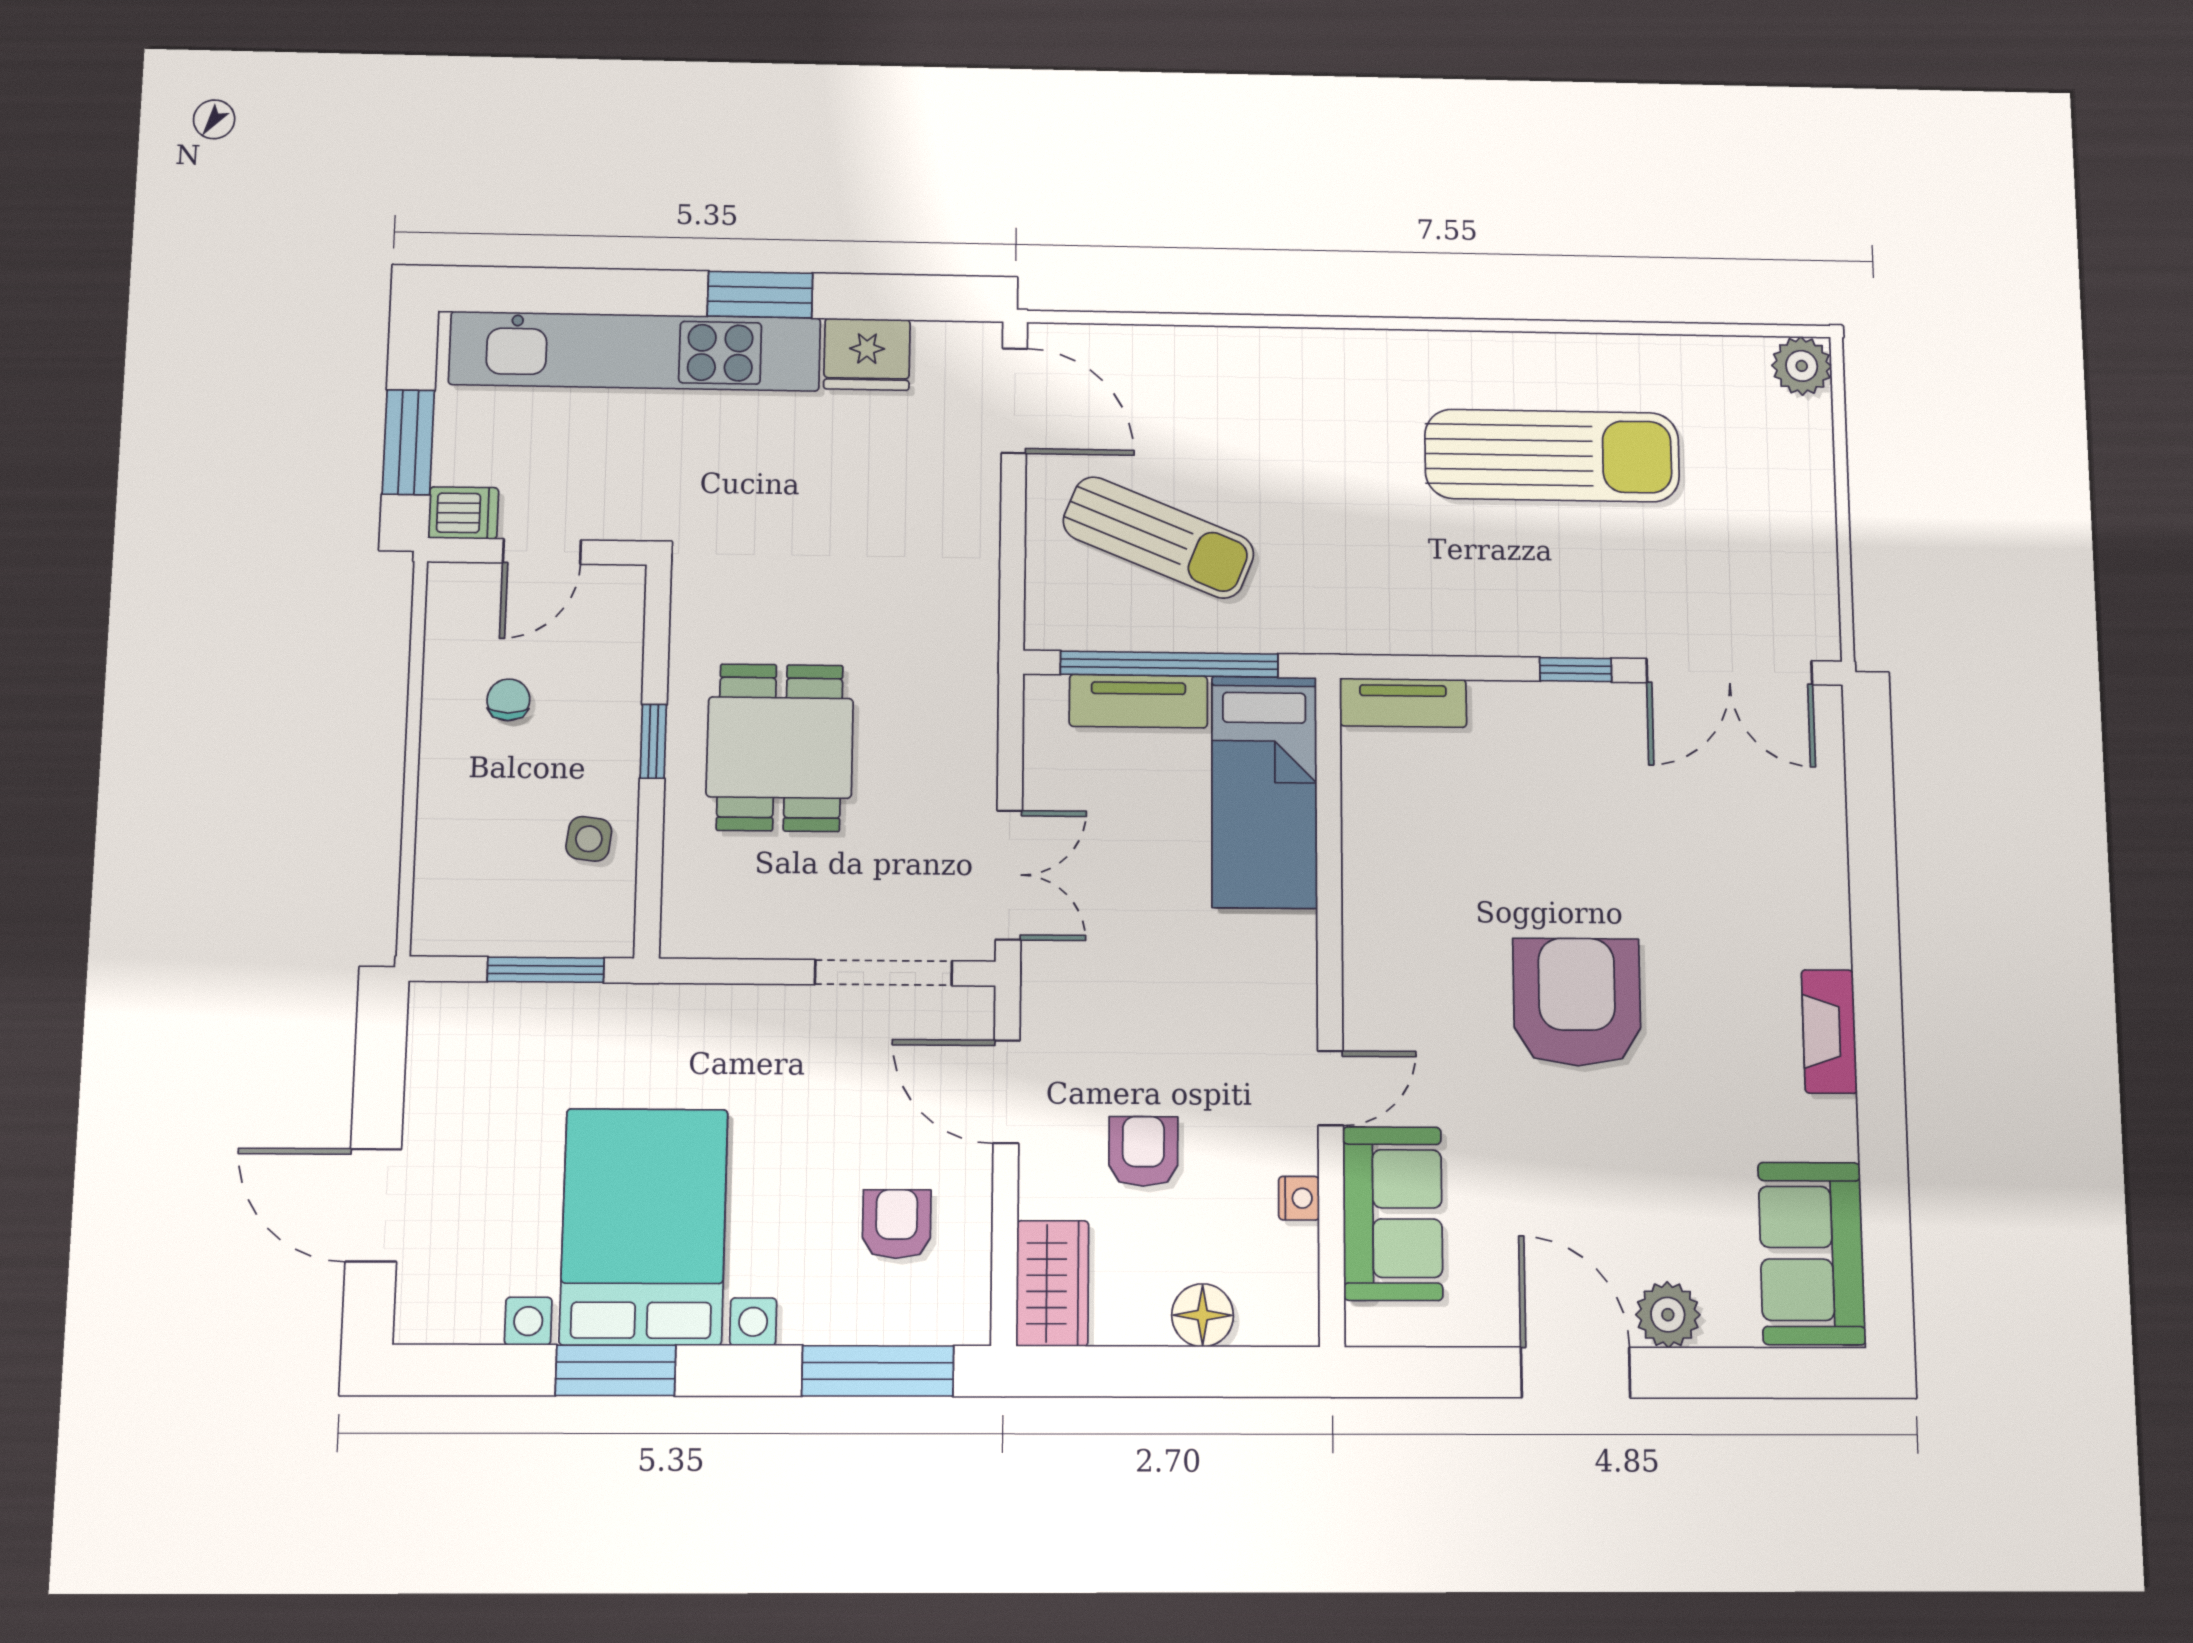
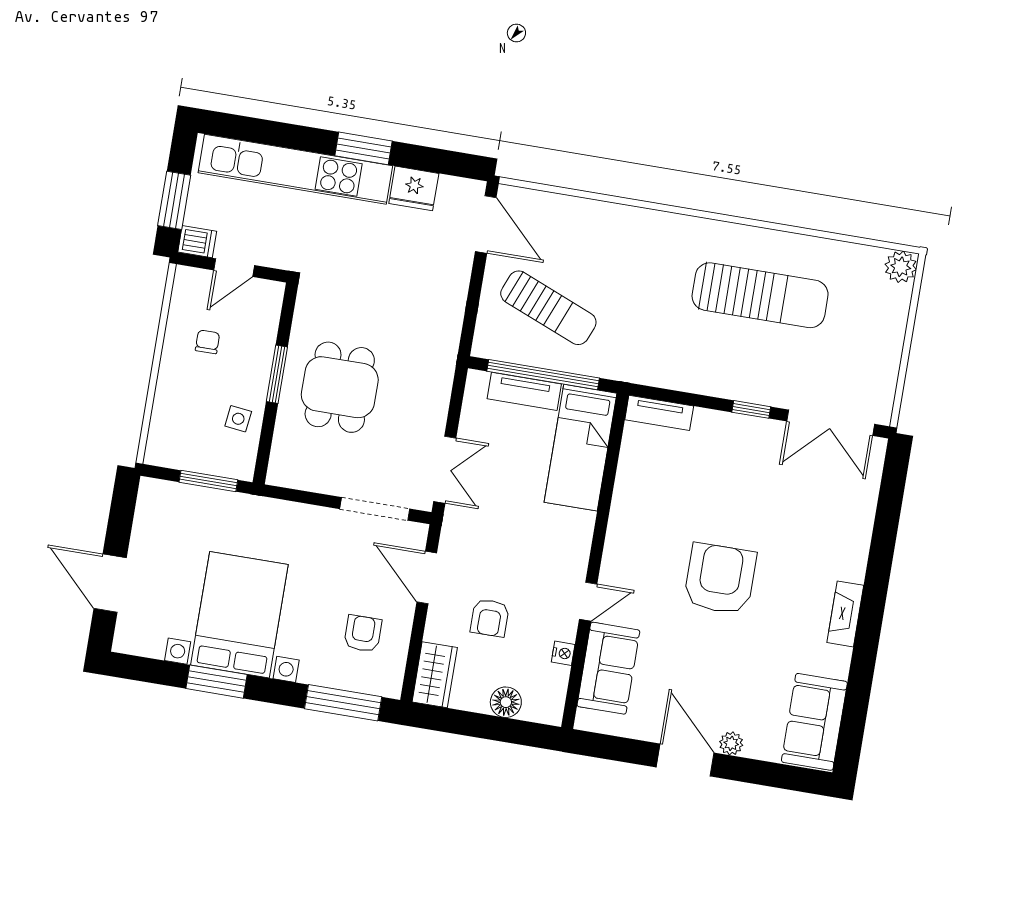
window: (653, 741) -> (277, 374), width x1.50
armchair: (1143, 1151) -> (490, 618), turned 180
plant: (1668, 1315) -> (731, 743), width x0.73, depth x0.73

